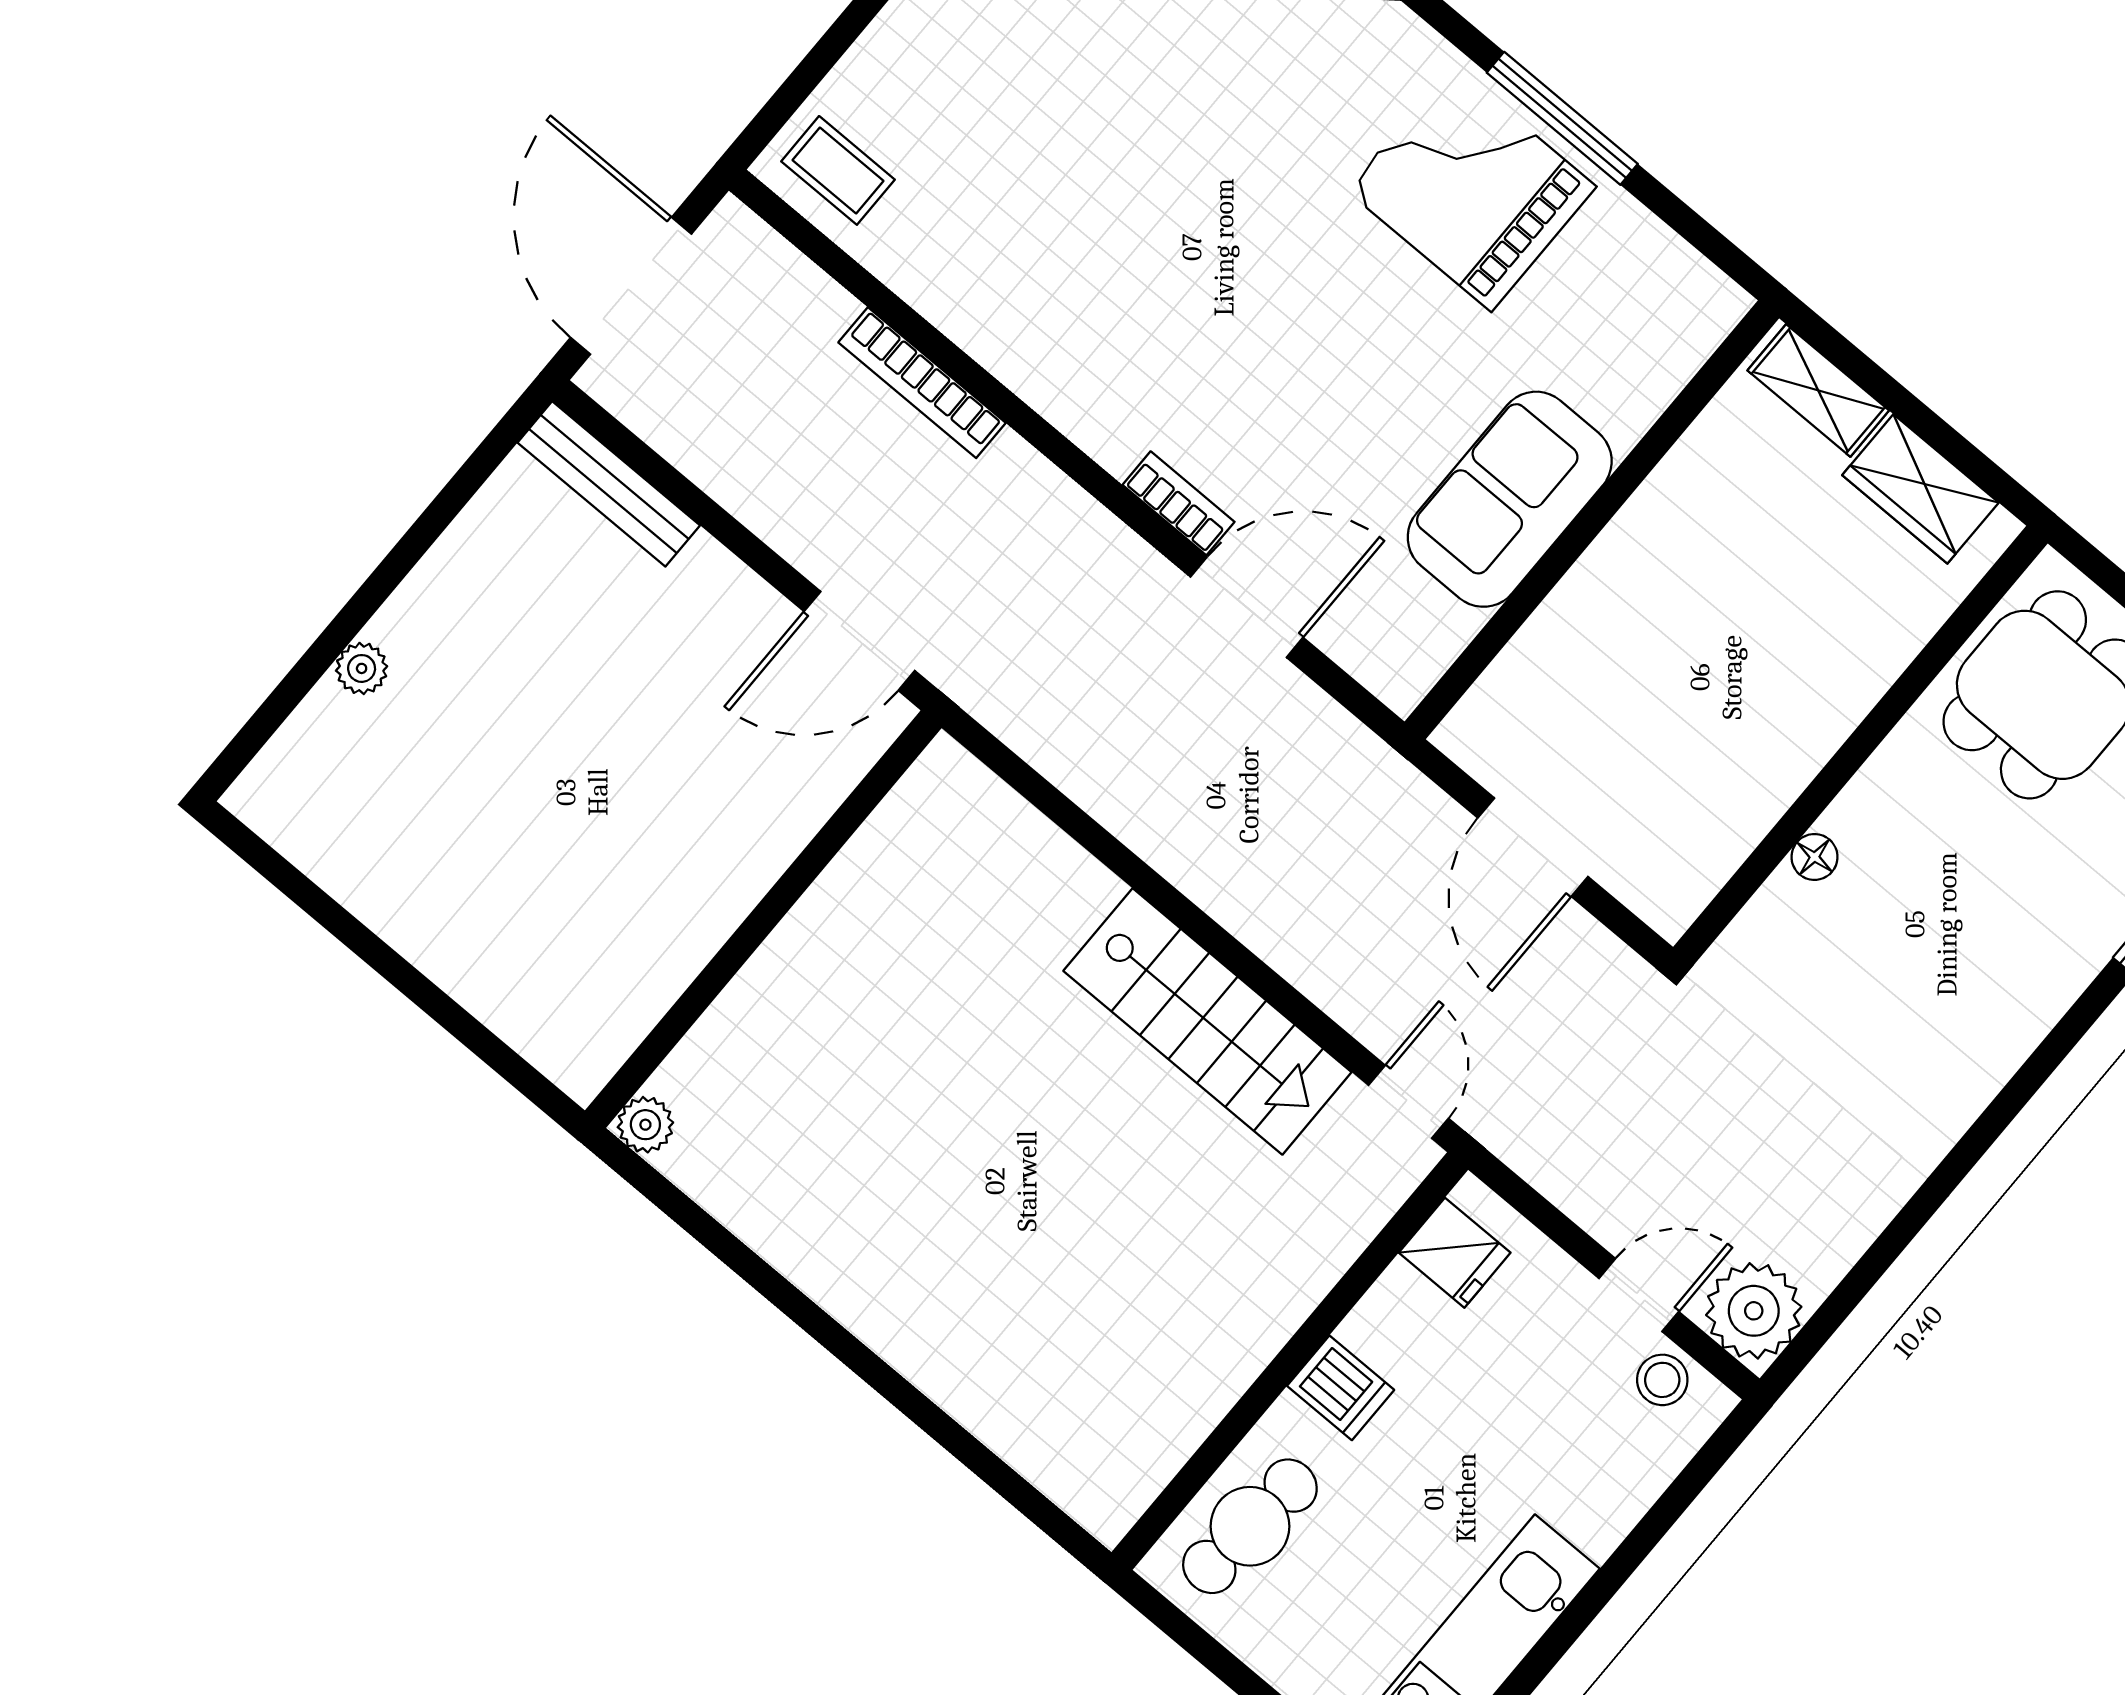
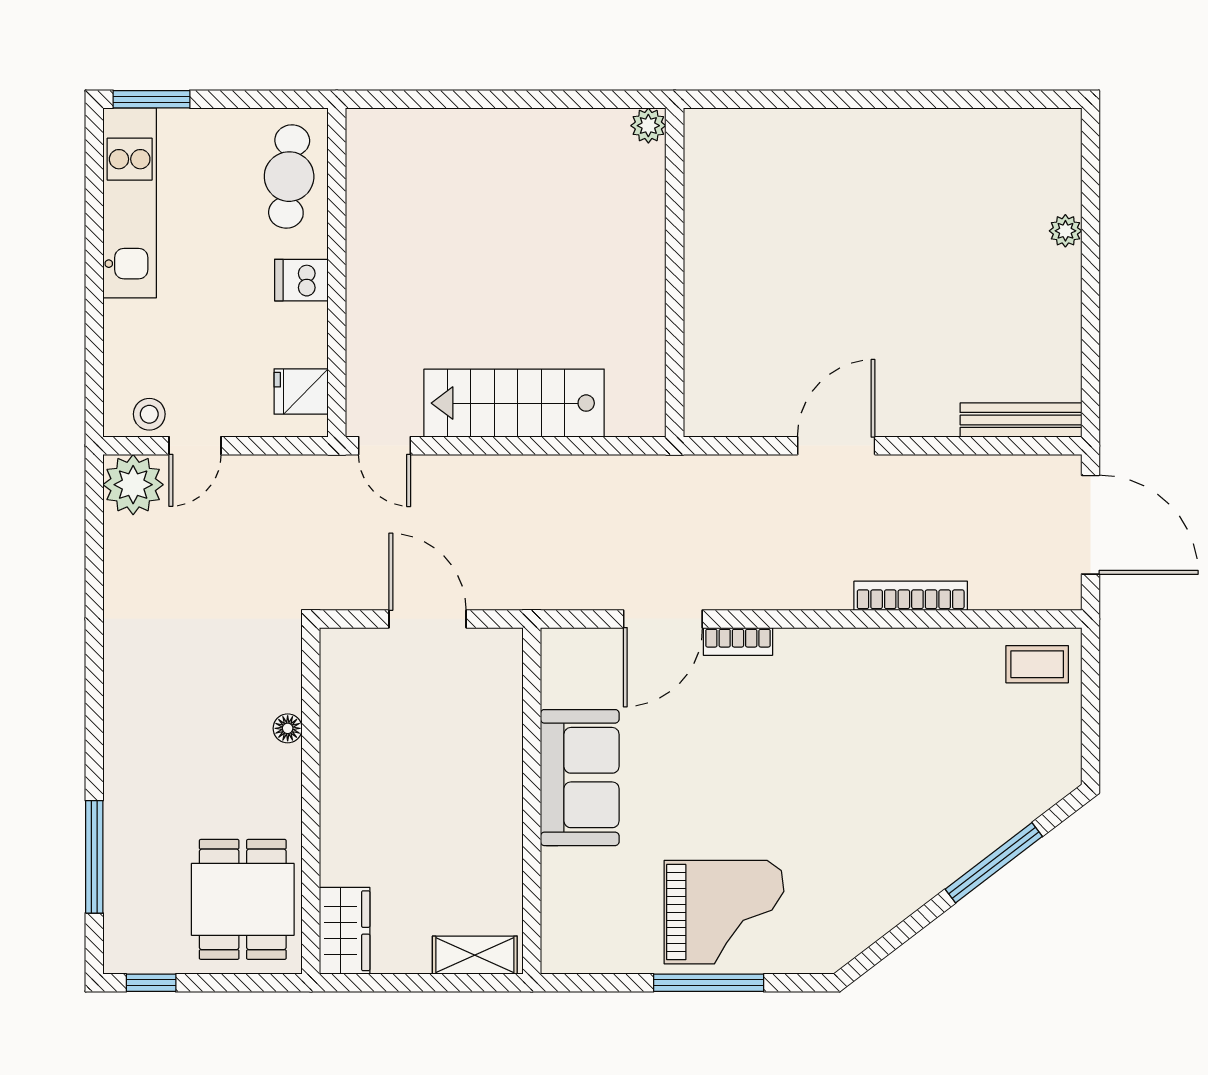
wardrobe: (1920, 489) -> (345, 931), moved, turned 90
wall: (763, 919) -> (675, 272), moved
plant: (645, 1125) -> (648, 126), moved

